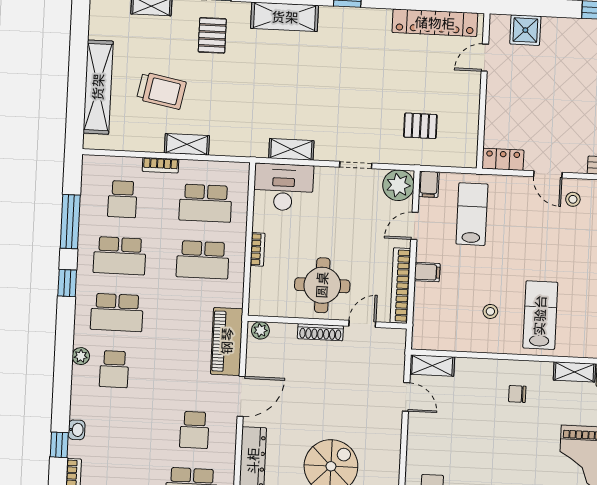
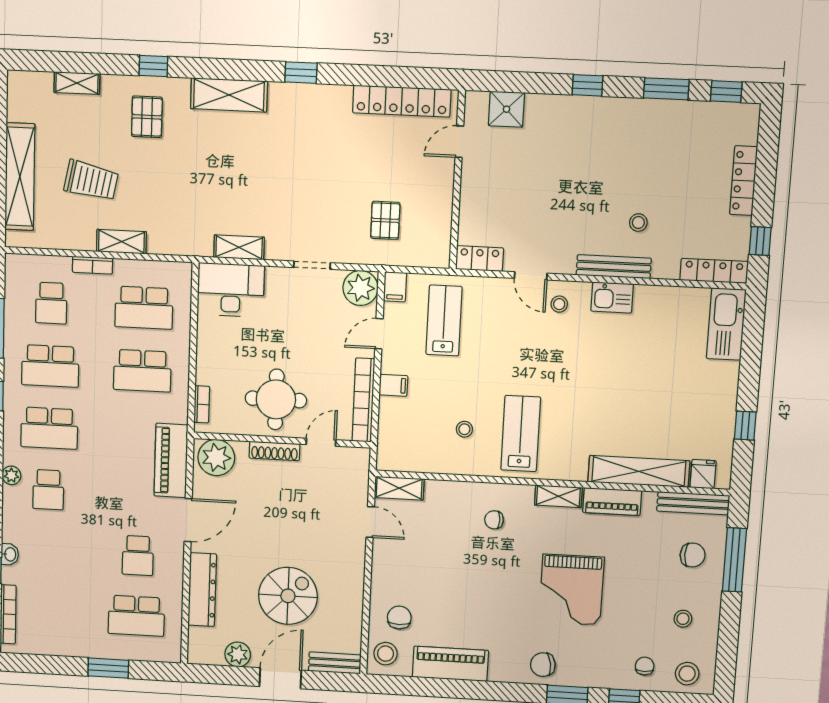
pallet: (420, 126) -> (385, 220), turned 90
bookcase: (258, 249) -> (202, 404), moved
plant: (260, 330) -> (216, 458), width x1.87, depth x1.87

